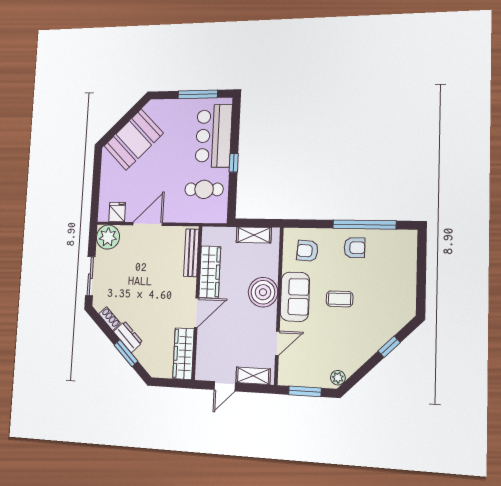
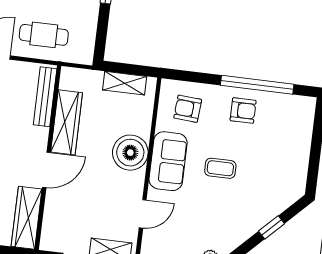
cafe table: (204, 189) -> (44, 35), moved

